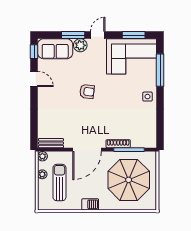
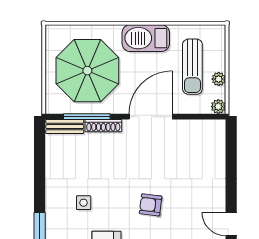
side table: (148, 97) -> (84, 203), moved
bench: (51, 143) -> (65, 127), moved
barbecue: (90, 204) -> (146, 38), width x1.88, depth x1.53

